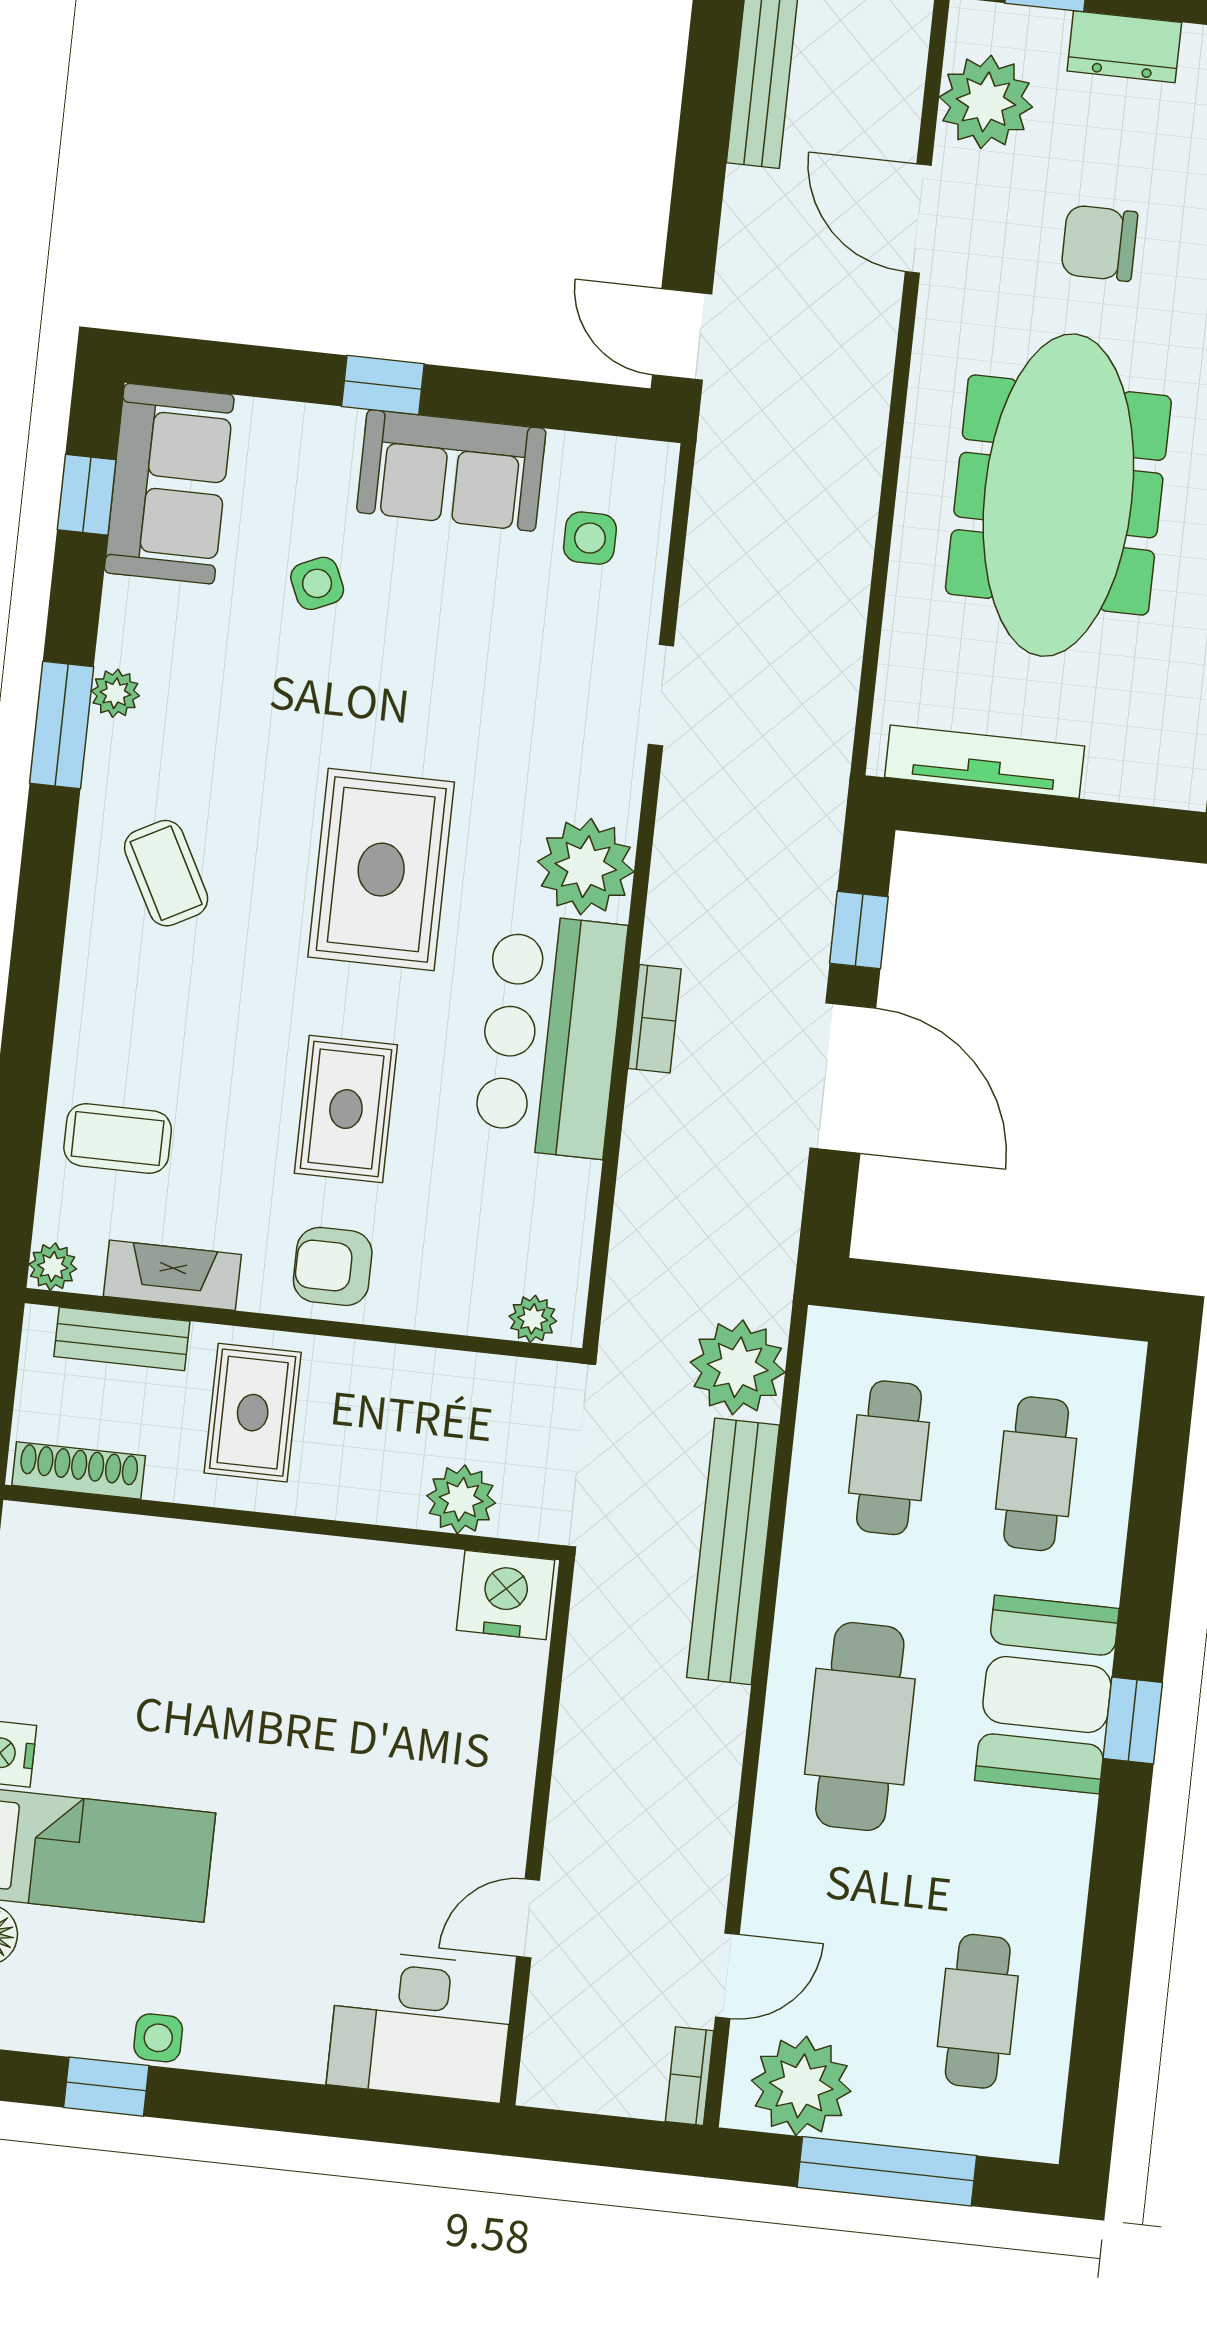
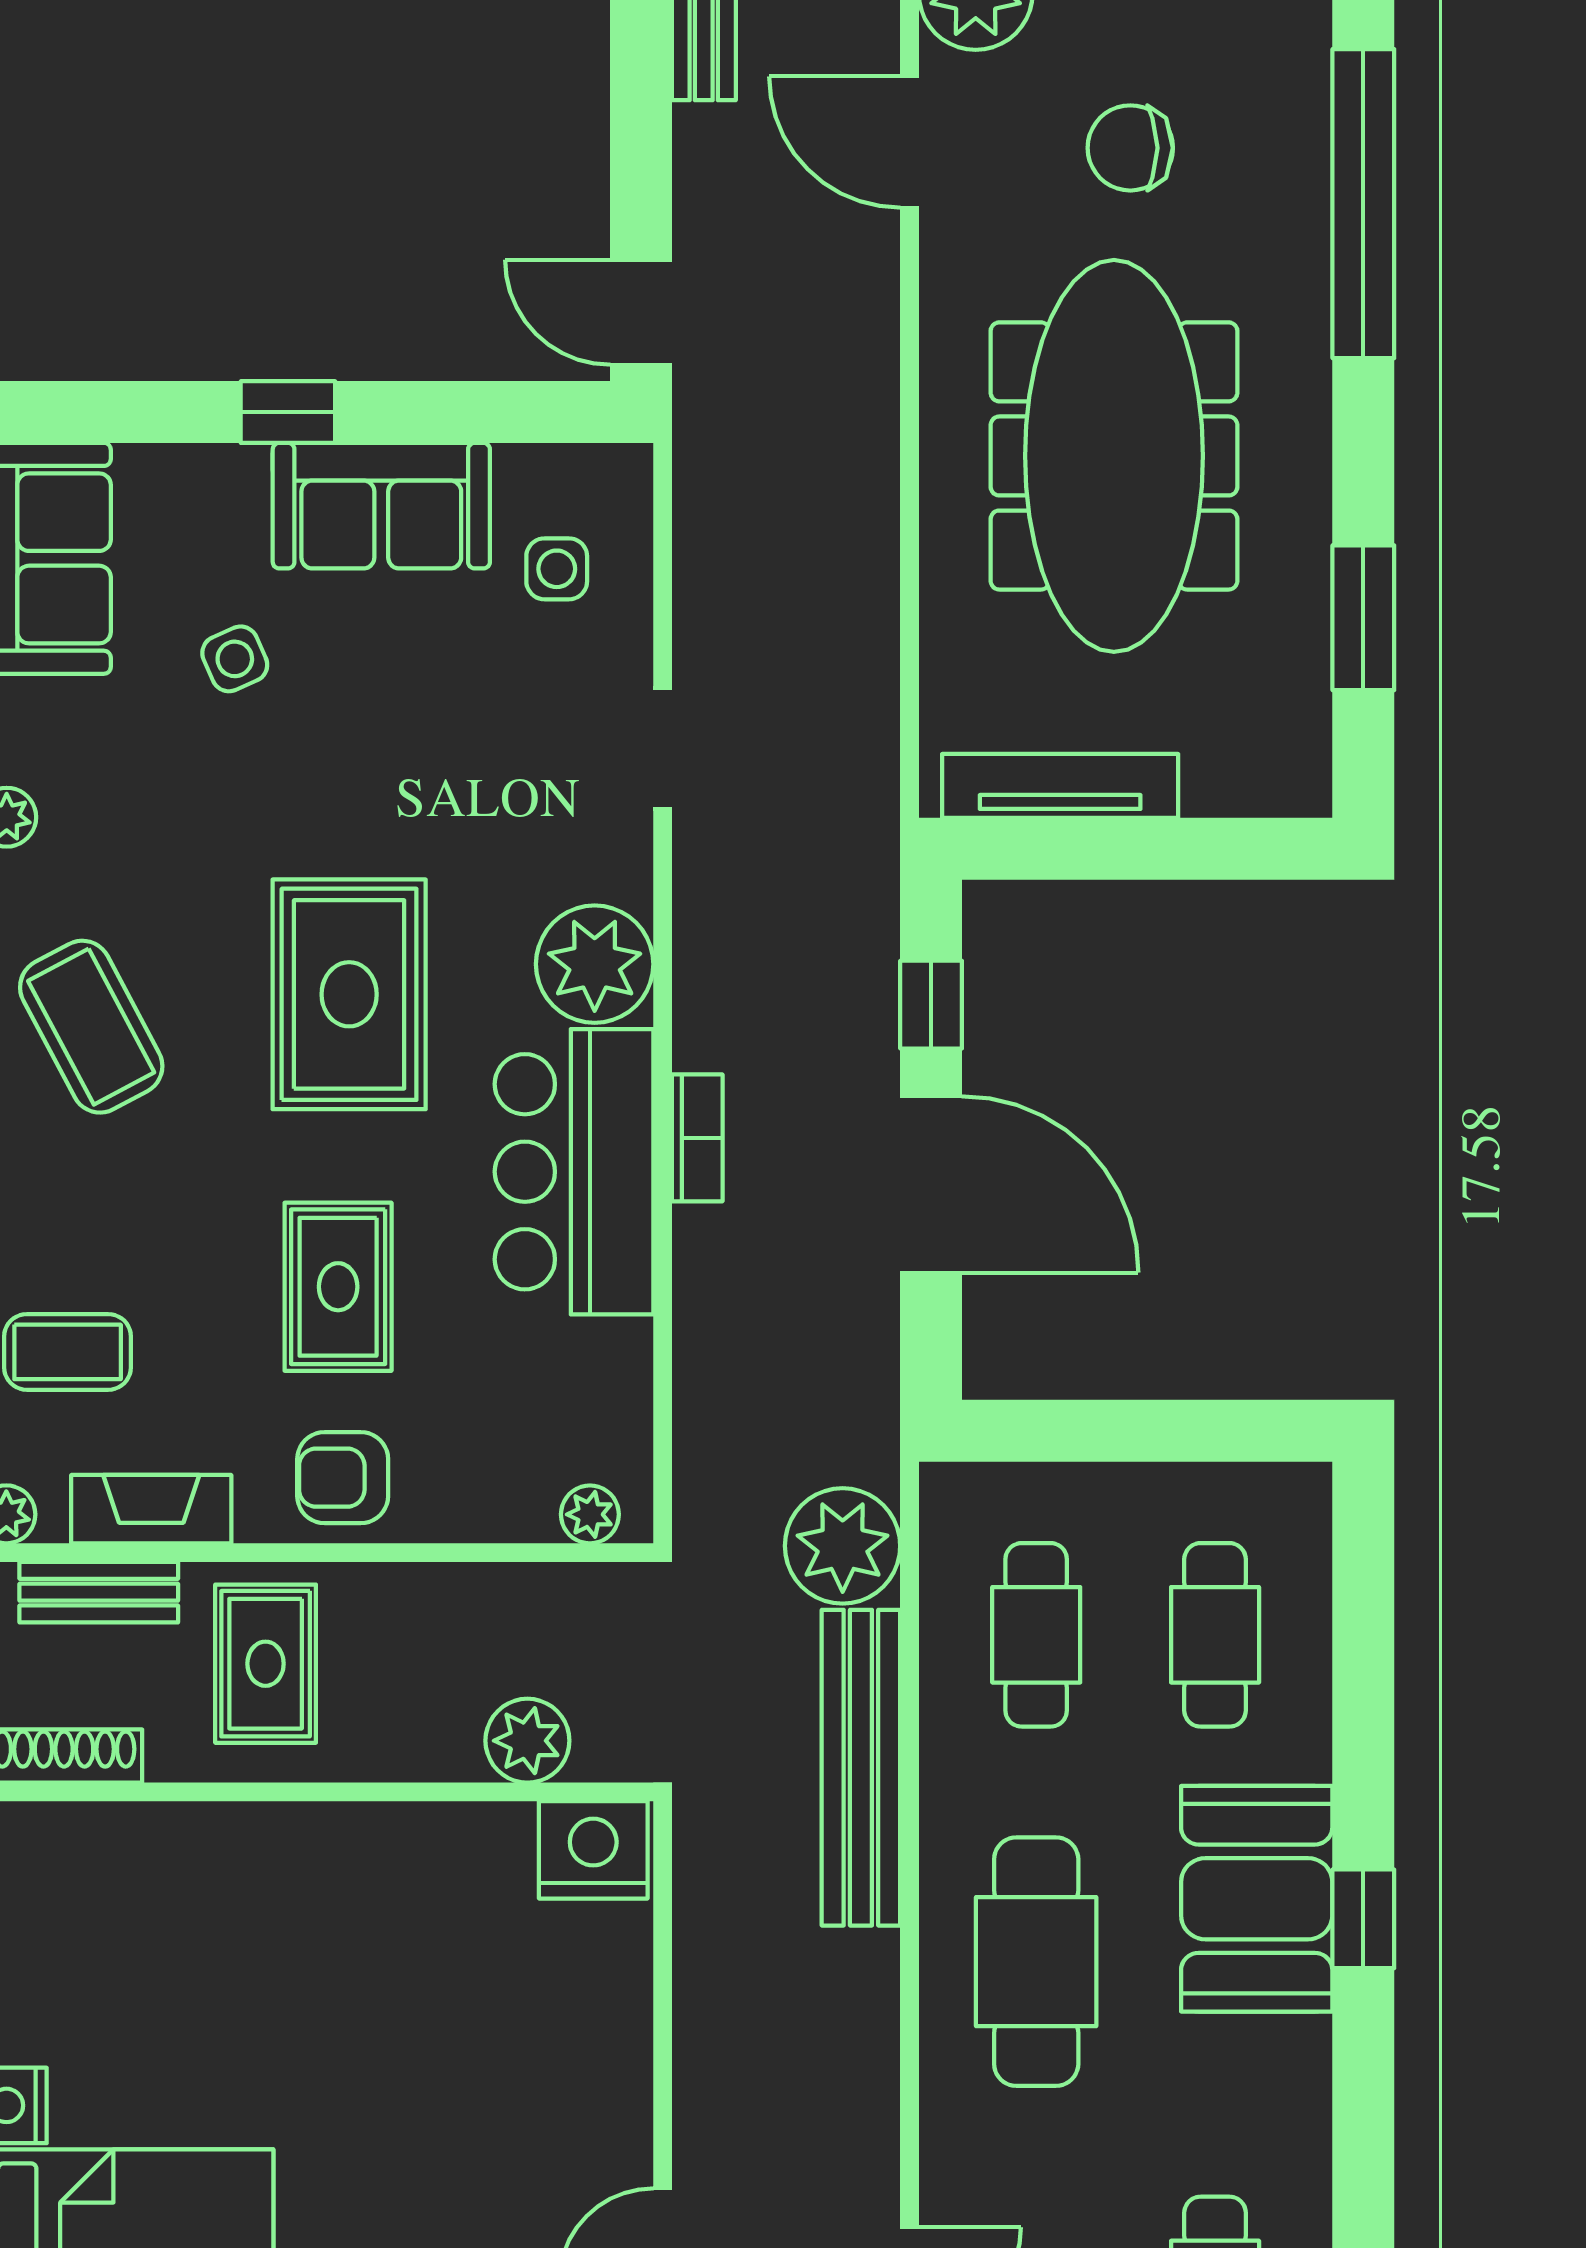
coffee table: (166, 873) -> (91, 1027), width x1.36, depth x1.30

